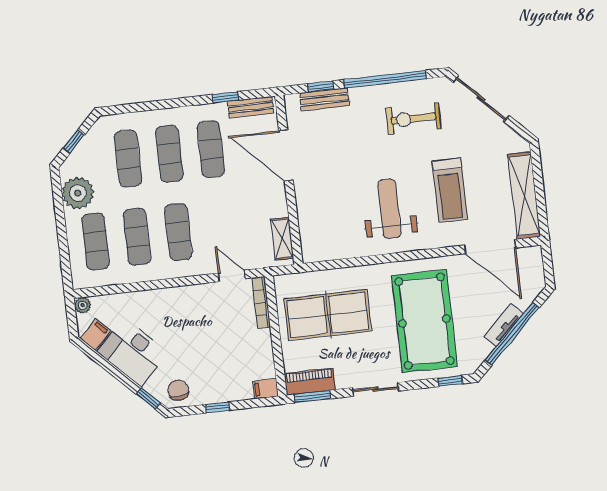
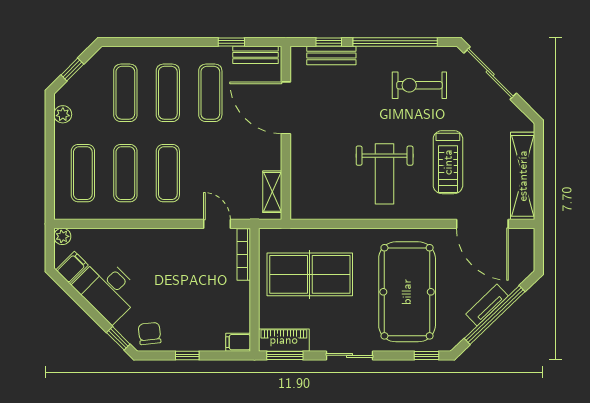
plant: (78, 193) -> (63, 114), width x0.53, depth x0.53
weight bench: (389, 209) -> (385, 174), turned 180

